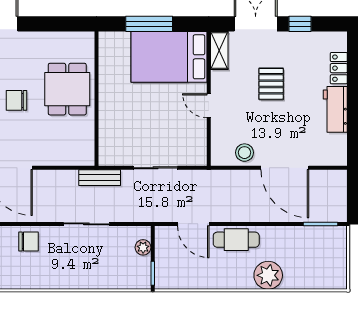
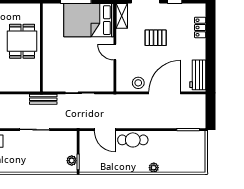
pallet: (271, 84) -> (156, 38), turned 90
workbench: (335, 109) -> (198, 75), moved
door: (285, 168) -> (165, 93), swing flipped
plant: (143, 247) -> (72, 161), moved
plant: (268, 275) -> (154, 168), width x0.53, depth x0.53

